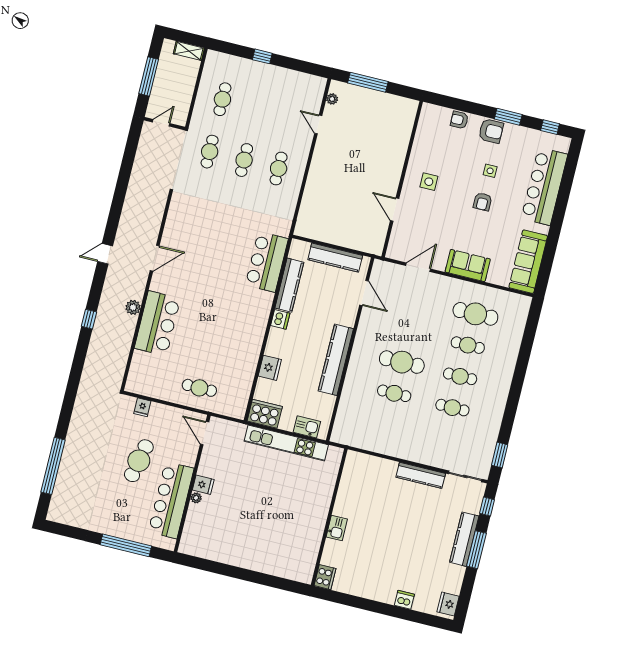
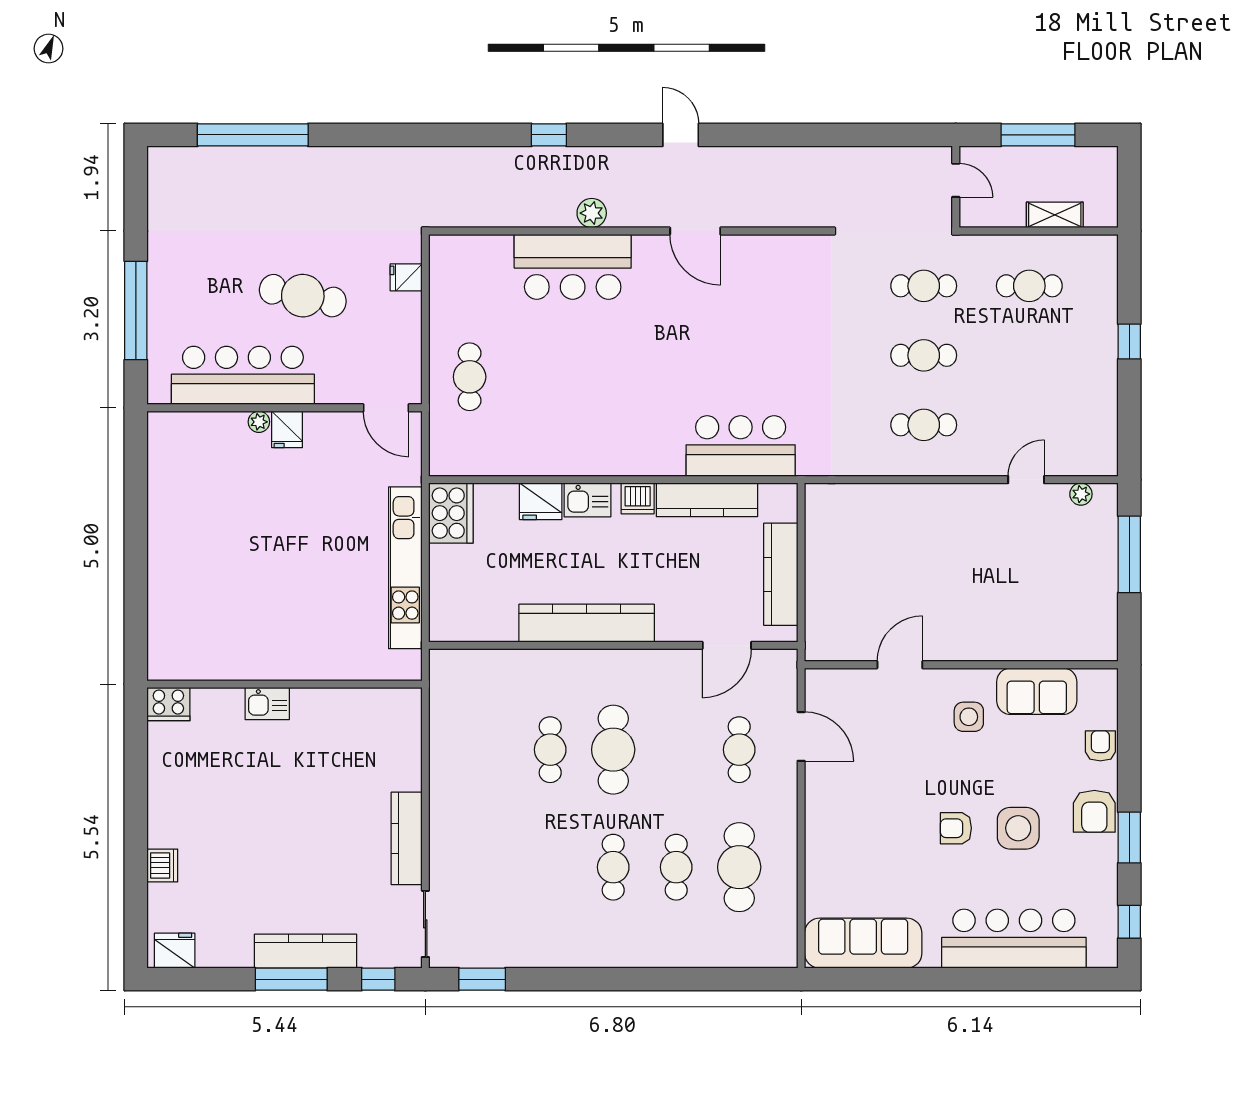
shelving: (189, 51) -> (1055, 215), moved, turned 90
side table: (490, 171) -> (1018, 828), width x1.87, depth x1.87
sofa: (468, 265) -> (1037, 691), moved, turned 90
cafe table: (452, 408) -> (739, 750), moved
kitchen sink: (307, 427) -> (587, 500), moved, turned 90
door: (205, 433) -> (386, 408), swing flipped

